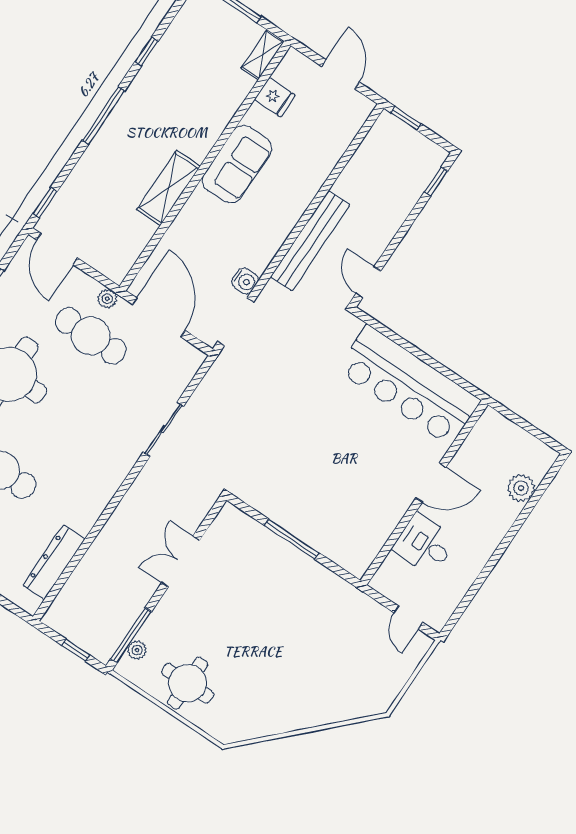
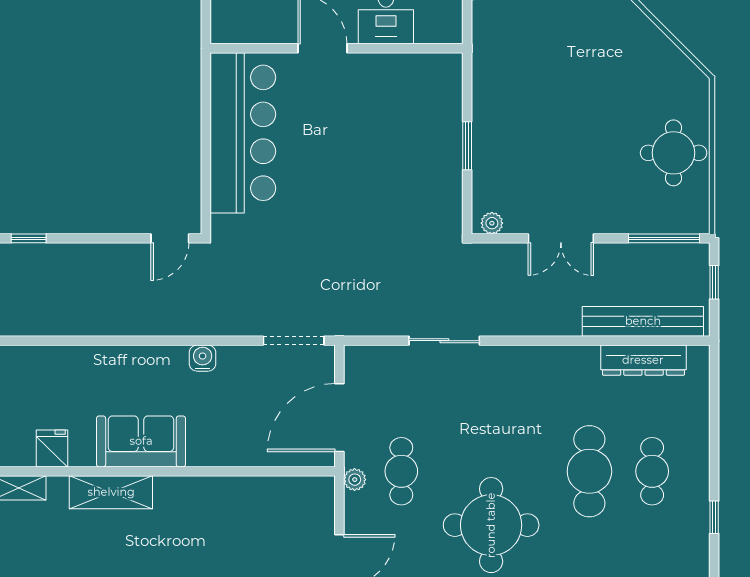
shelving: (169, 188) -> (111, 492), moved
bench: (310, 241) -> (643, 321), moved
water cooler: (245, 281) -> (203, 358), moved
cafe table: (91, 336) -> (401, 471), width x0.73, depth x0.74
window: (292, 539) -> (467, 146), width x0.69
plant: (137, 650) -> (492, 223), moved

